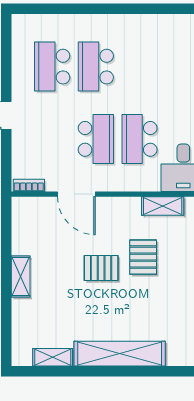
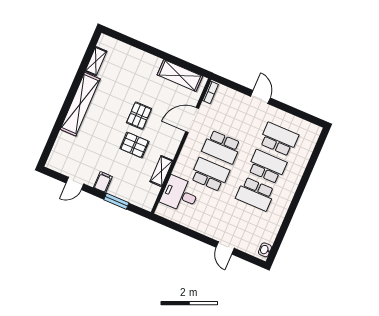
school desk: (139, 67) -> (255, 194), added
shelving: (21, 277) -> (180, 75), moved, width x1.50, depth x1.33

